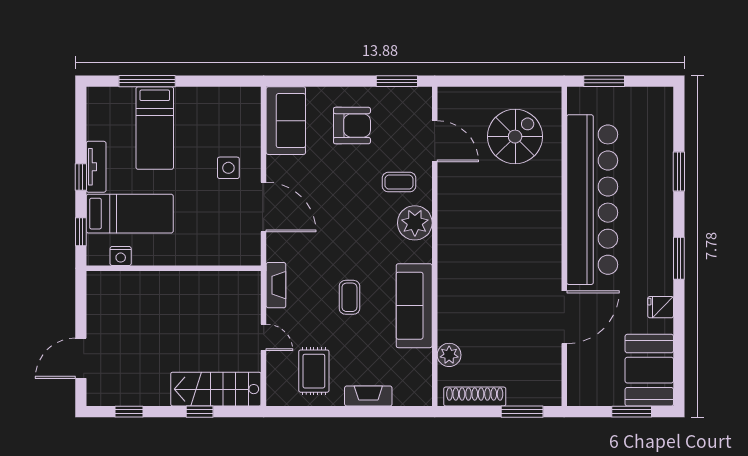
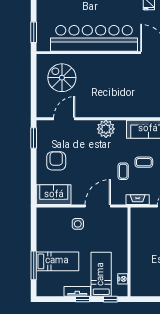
coffee table: (399, 182) -> (123, 171), moved

